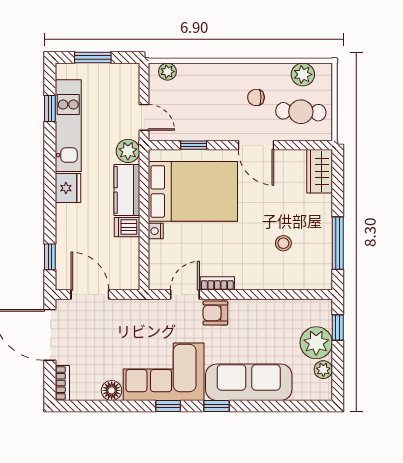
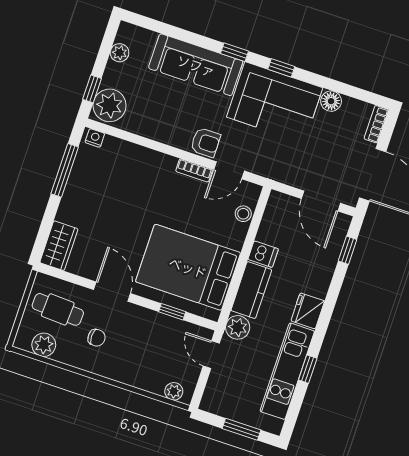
window: (50, 109) -> (308, 369), moved
nightstand: (156, 231) -> (95, 138), moved, turned -90
stool: (283, 243) -> (243, 214), moved
plant: (316, 343) -> (110, 105), moved

